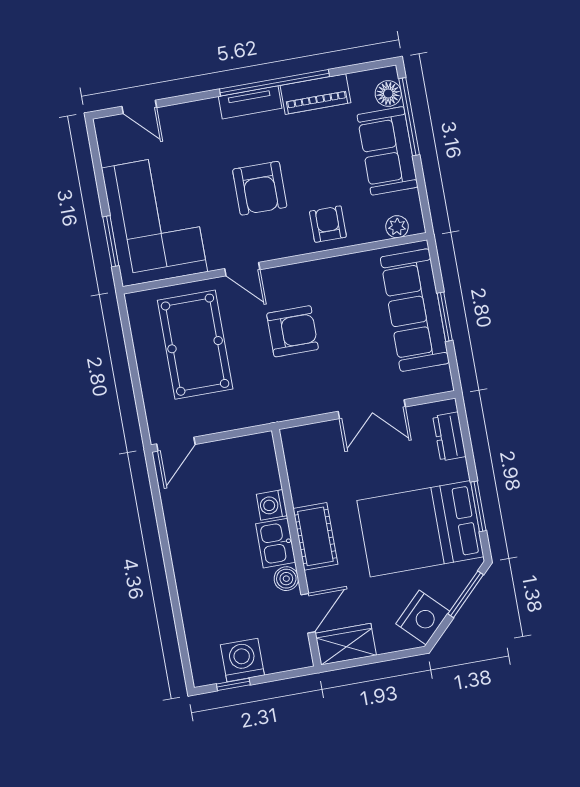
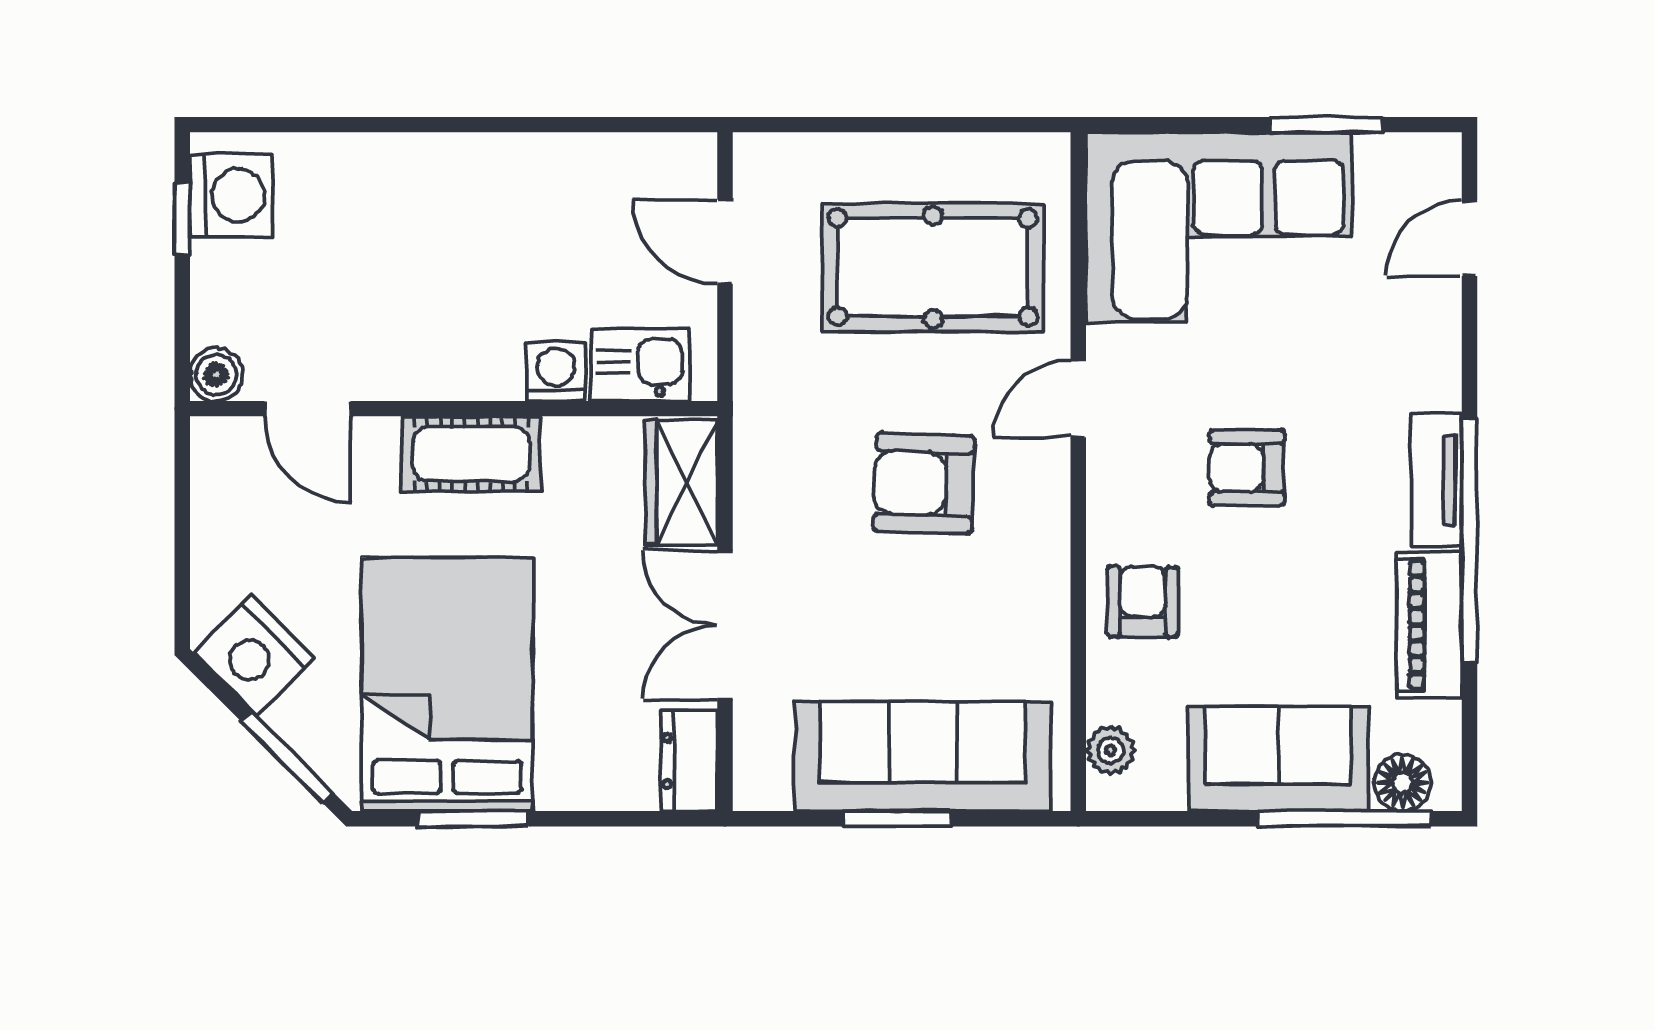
armchair: (260, 188) -> (1247, 468), width x0.72, depth x0.72
armchair: (328, 224) -> (1143, 602), turned -90
window: (111, 241) -> (1327, 125), moved
armchair: (293, 331) -> (924, 484), turned 92
dresser: (449, 436) -> (689, 761), moved, turned -90
door: (176, 444) -> (725, 242), moved
kitchen sink: (276, 543) -> (640, 365), moved
boiler: (286, 579) -> (216, 375), moved
wardrobe: (346, 644) -> (681, 482), moved, turned 180
washing machine: (242, 660) -> (231, 195), moved

